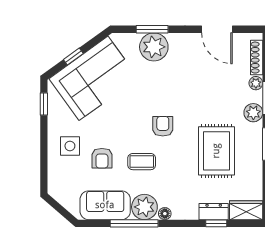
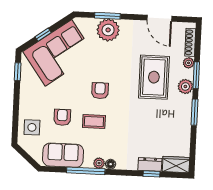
armchair: (163, 126) -> (100, 91), moved
side table: (70, 146) -> (32, 127), moved
rug: (216, 151) -> (154, 77), moved
armchair: (102, 158) -> (62, 117), turned 180
plant: (144, 207) -> (99, 163), width x0.53, depth x0.53

